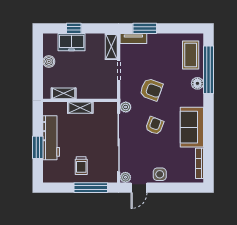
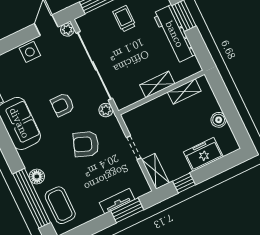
window: (74, 28) -> (184, 183), moved
tv unit: (133, 39) -> (117, 201), moved
armchair: (155, 126) -> (62, 105), turned 69

